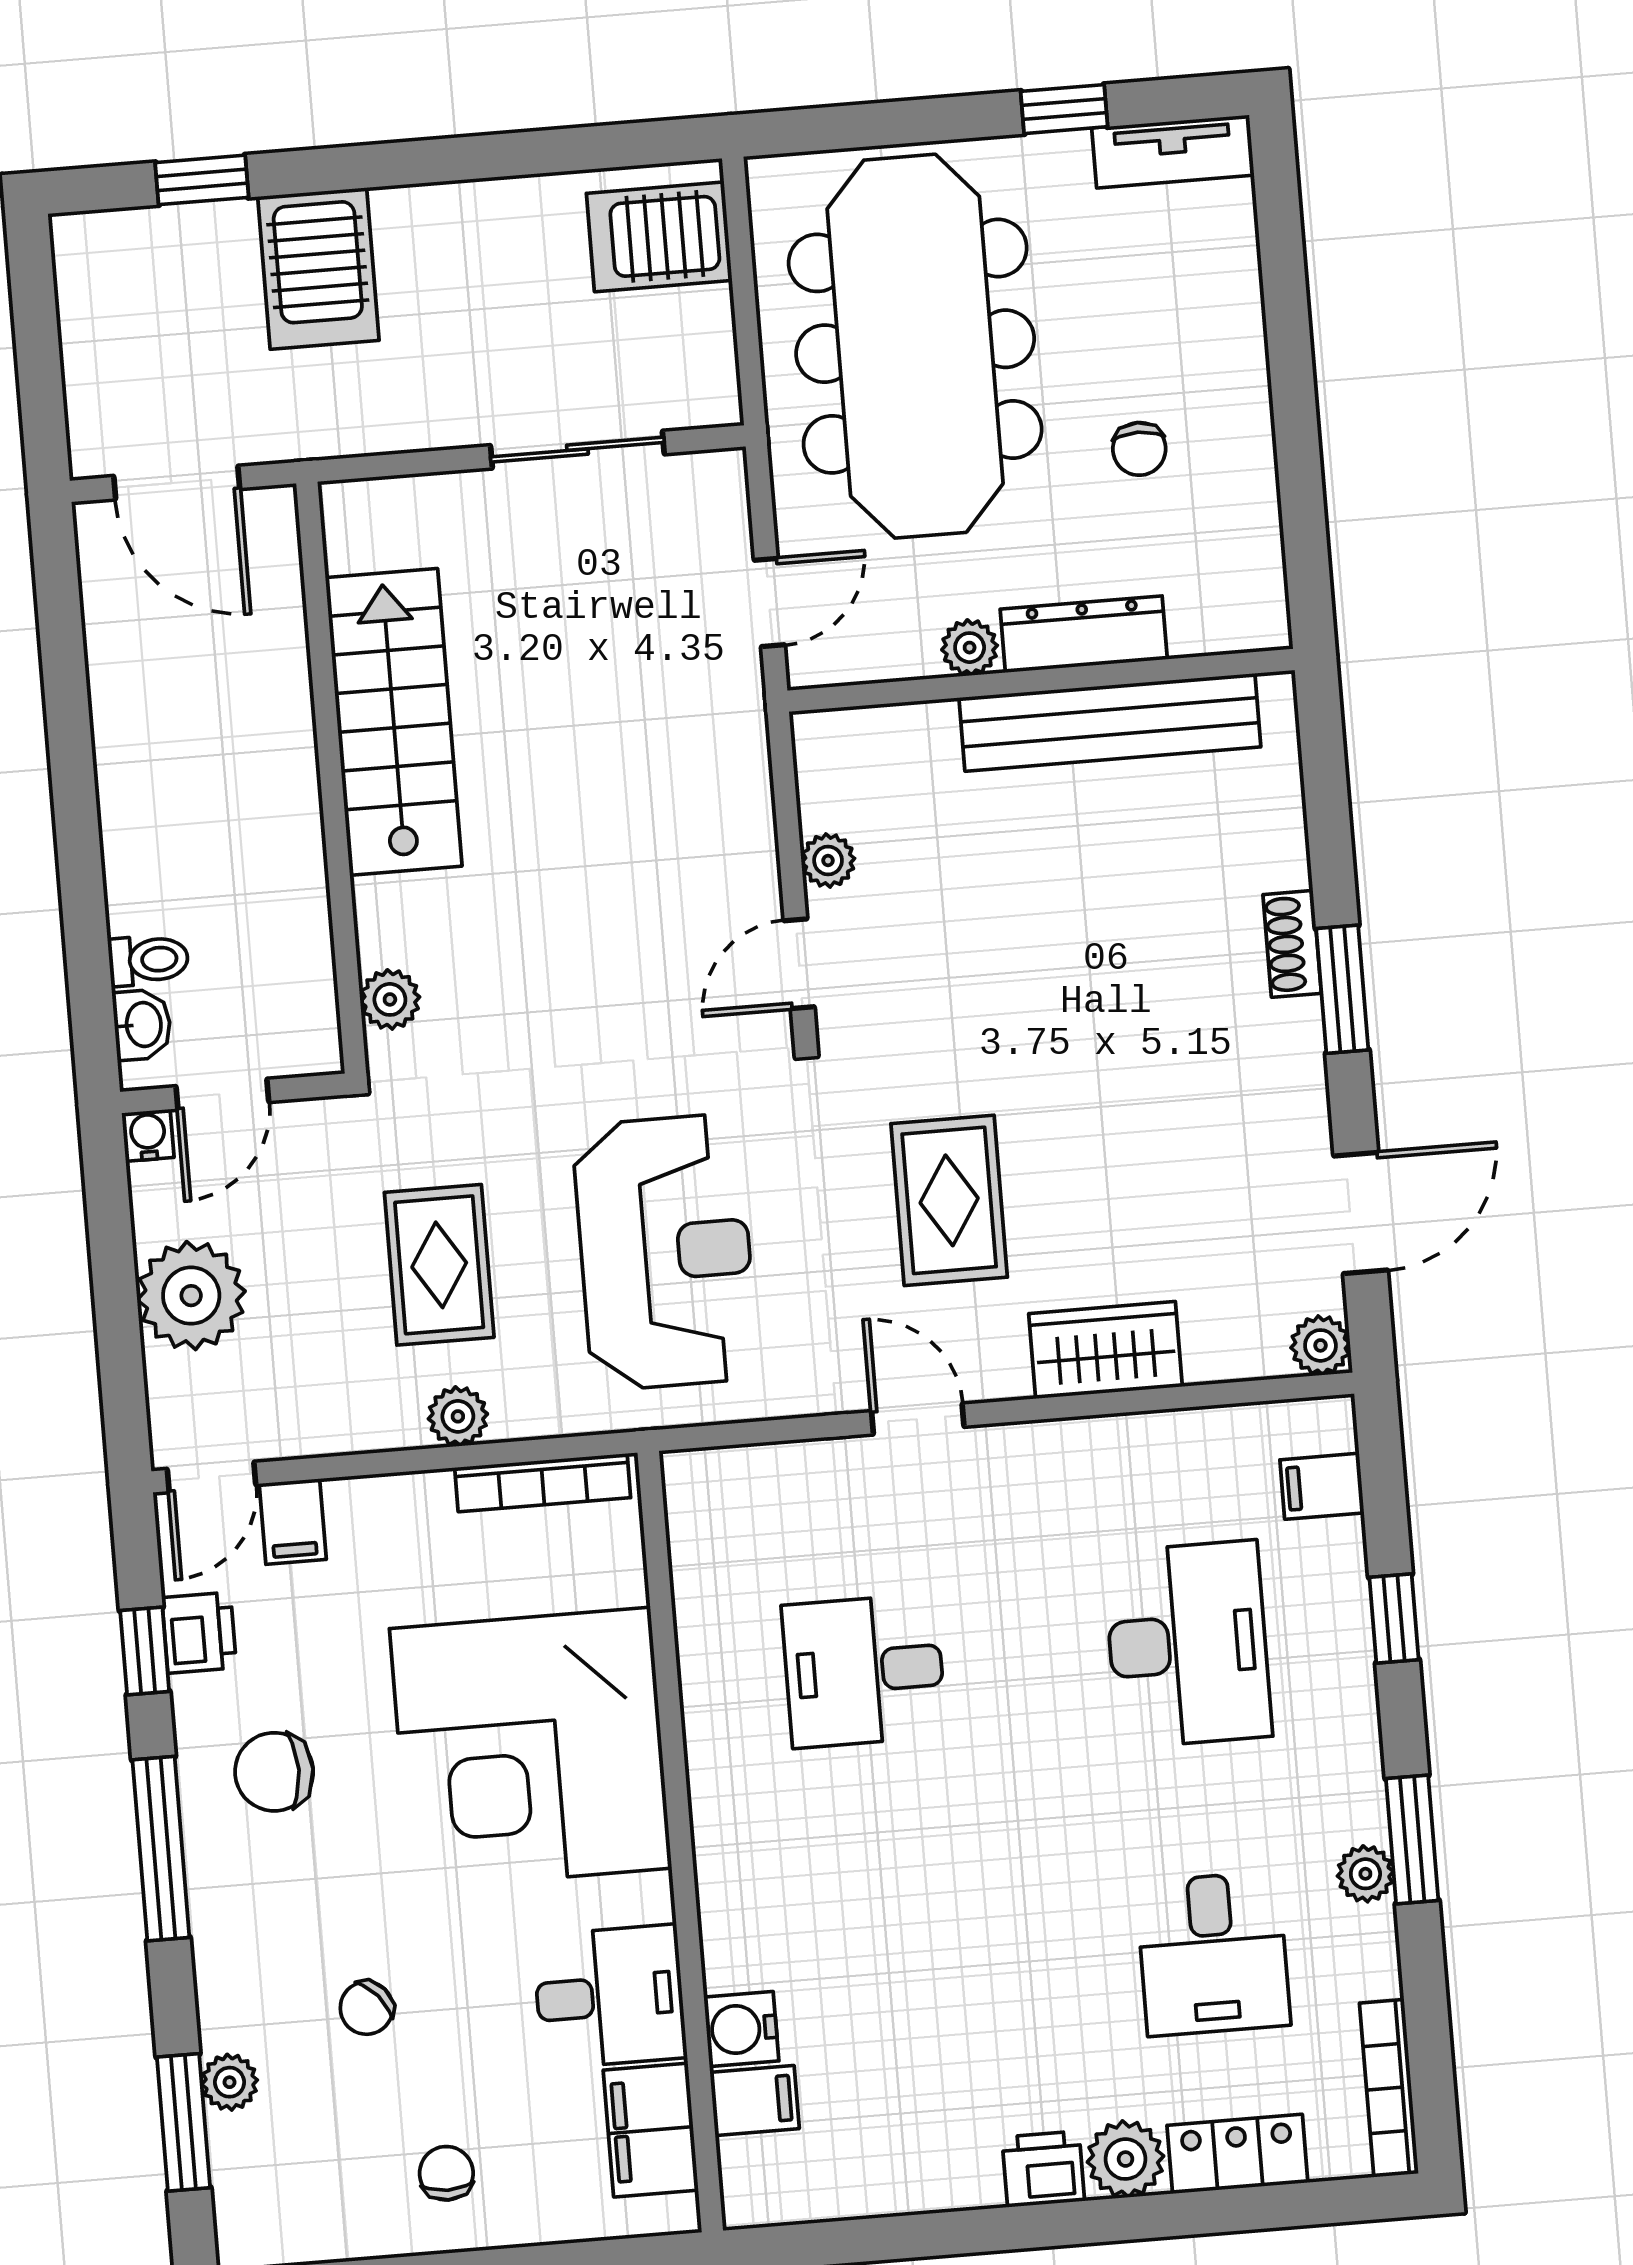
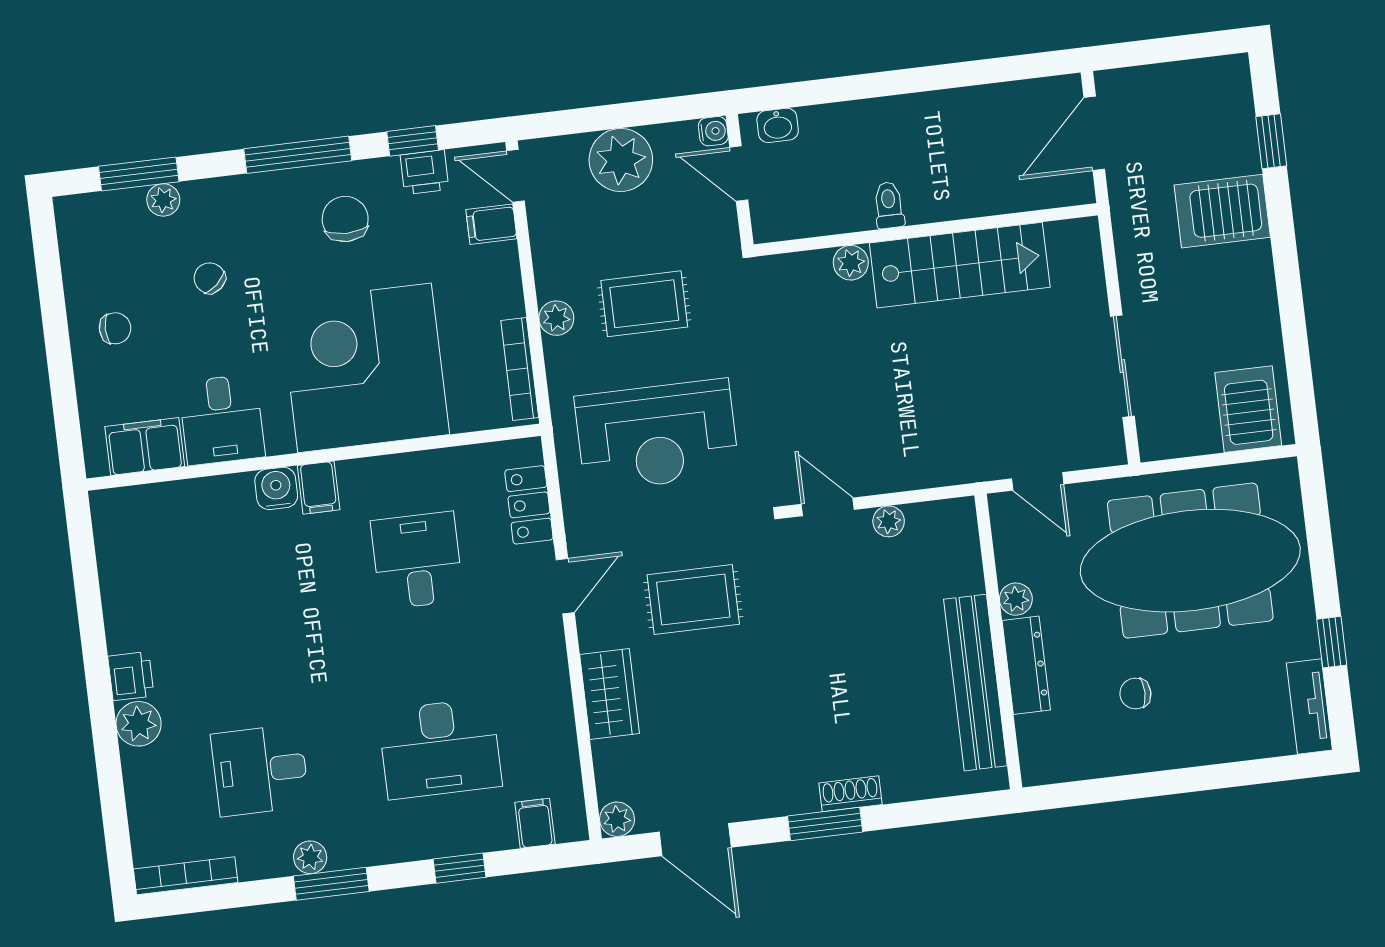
toilet: (148, 960) -> (889, 205), moved, turned 180
plant: (390, 999) -> (851, 263), moved
water cooler: (741, 2029) -> (276, 488), moved
filing cabinet: (755, 2100) -> (319, 488), moved
locker: (1237, 2154) -> (529, 505), moved, turned 180

